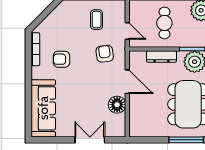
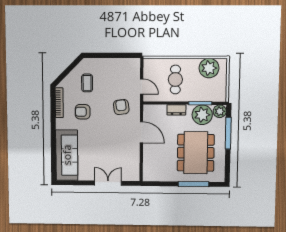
coffee table: (97, 20) -> (87, 83), moved
dresser: (161, 56) -> (176, 110), width x0.70
floor lamp: (117, 105) -> (132, 153), removed

